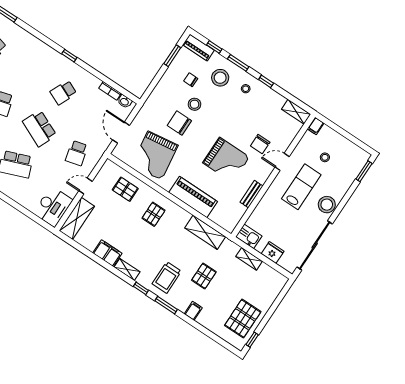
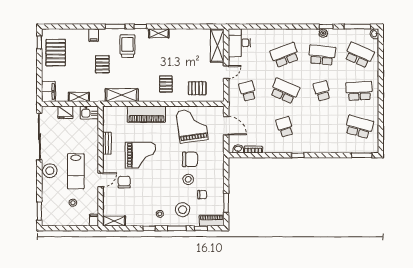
school desk: (63, 93) -> (285, 127), turned -42
grand piano: (226, 160) -> (140, 155), turned 180
filing cabinet: (107, 253) -> (48, 91), moved, turned -90

